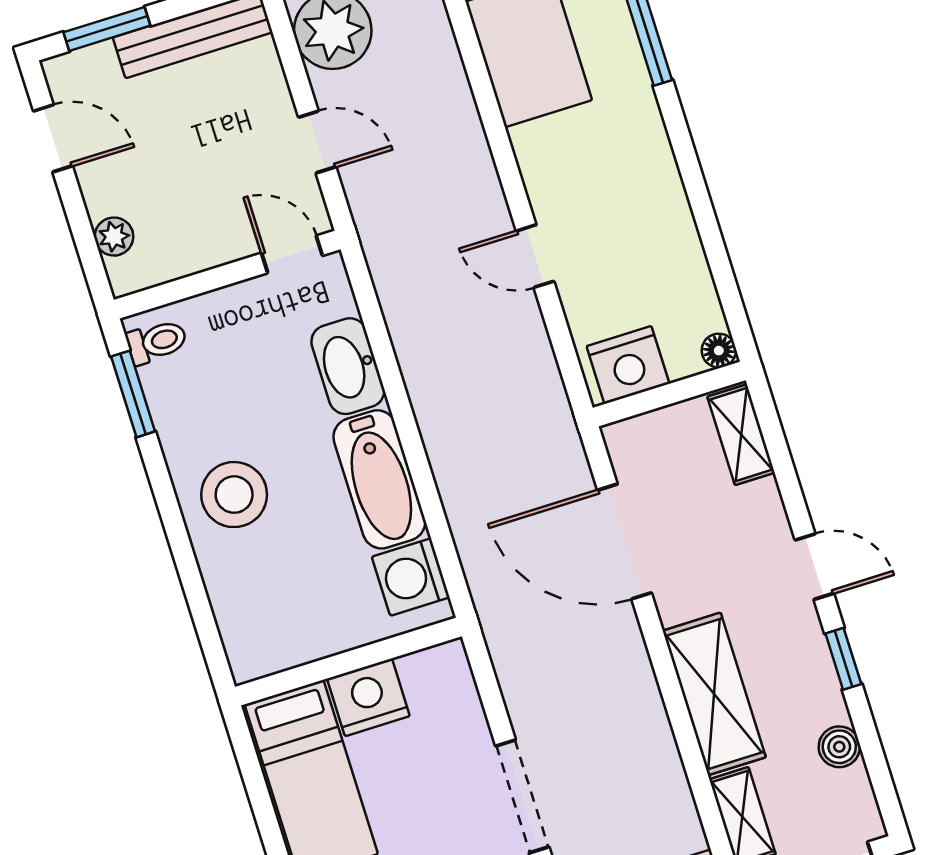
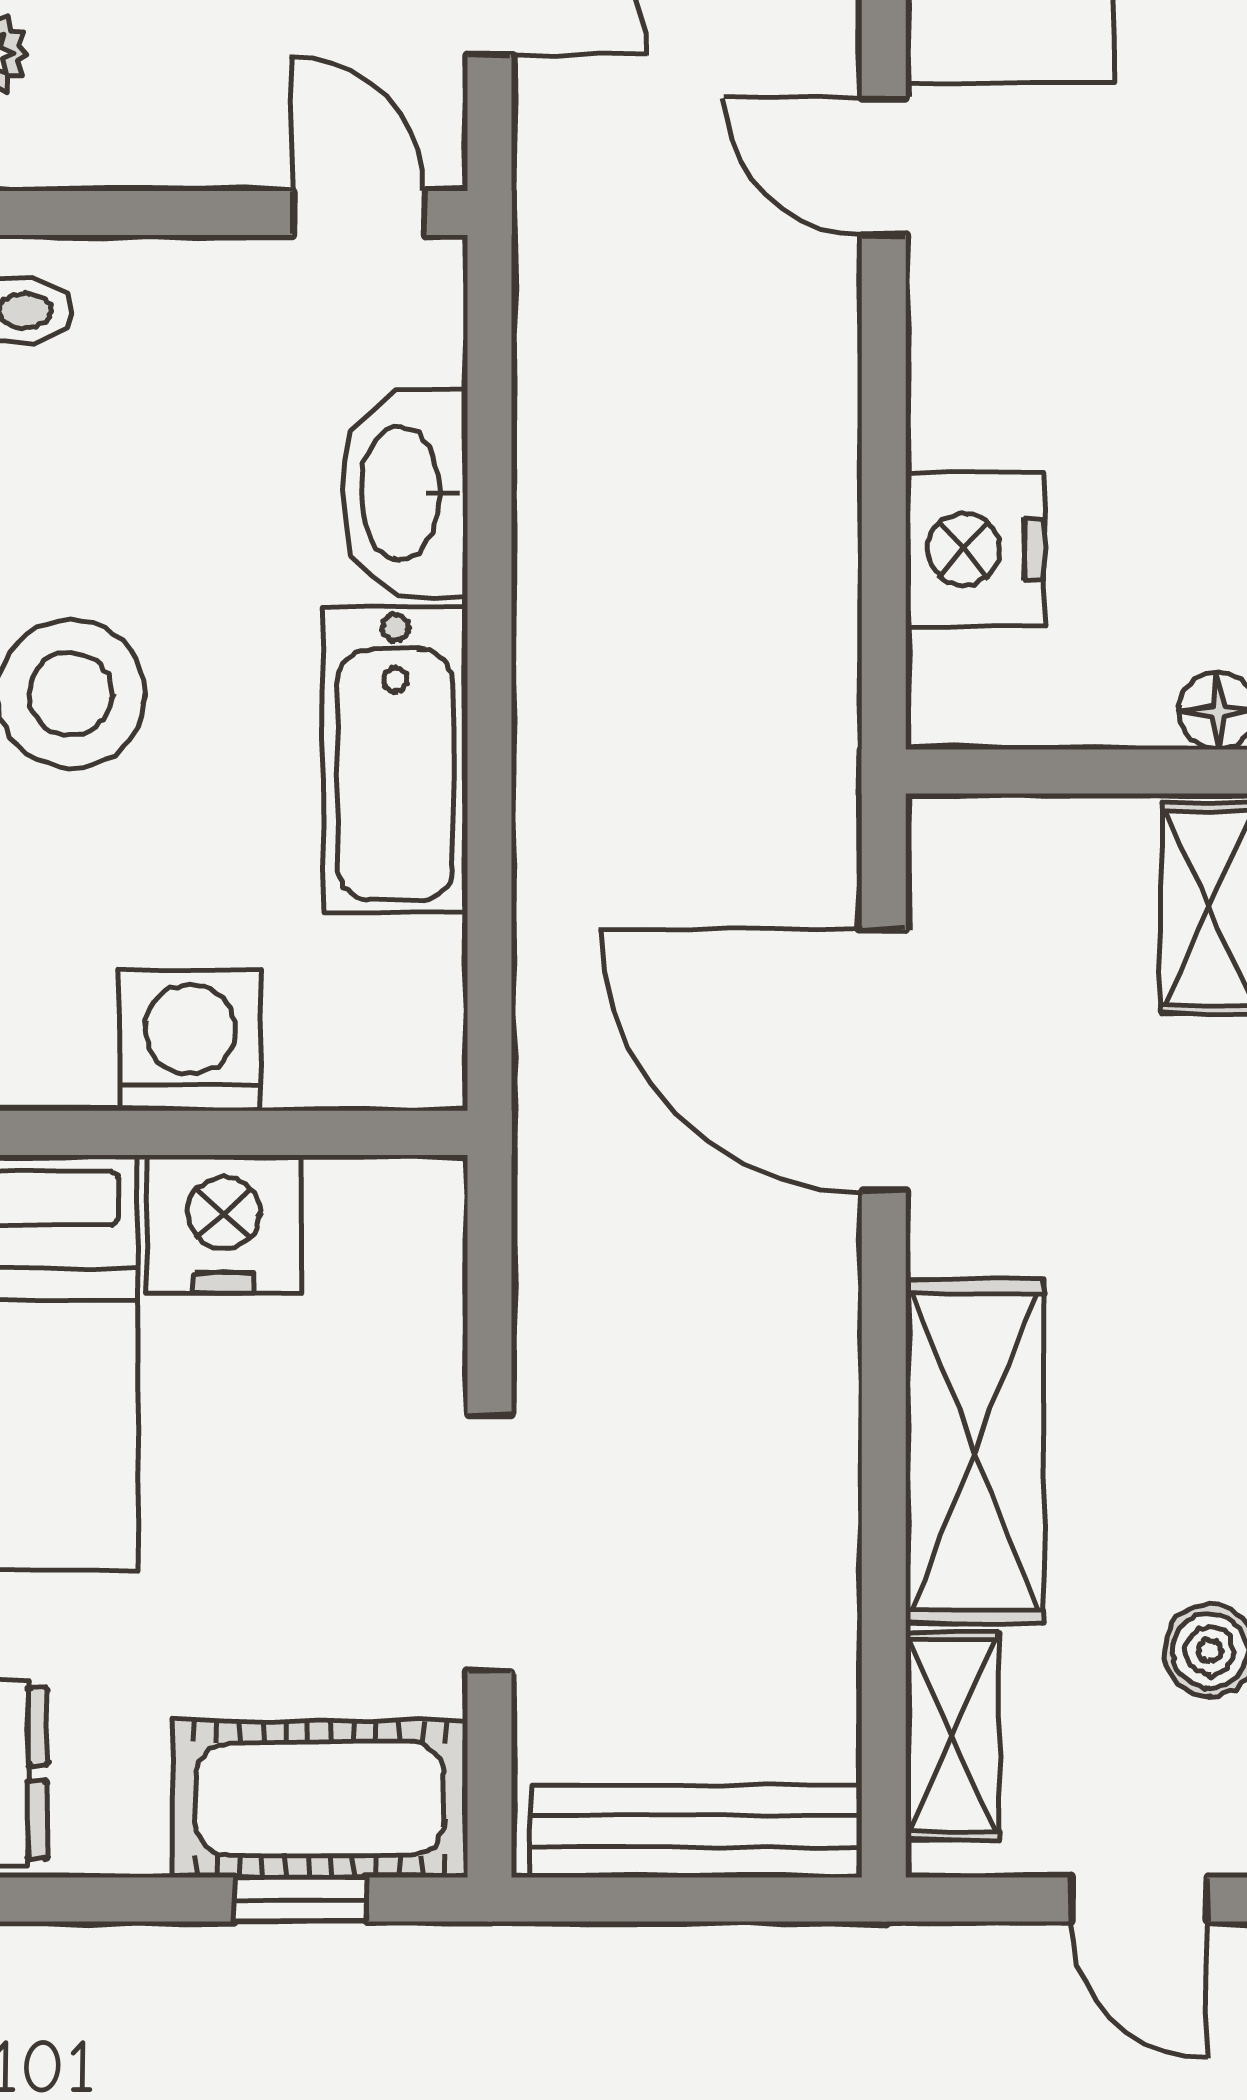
door: (535, 256) -> (884, 167), moved
nightstand: (628, 365) -> (975, 549), moved, turned 90
washing machine: (411, 577) -> (191, 1040), moved, turned 90

